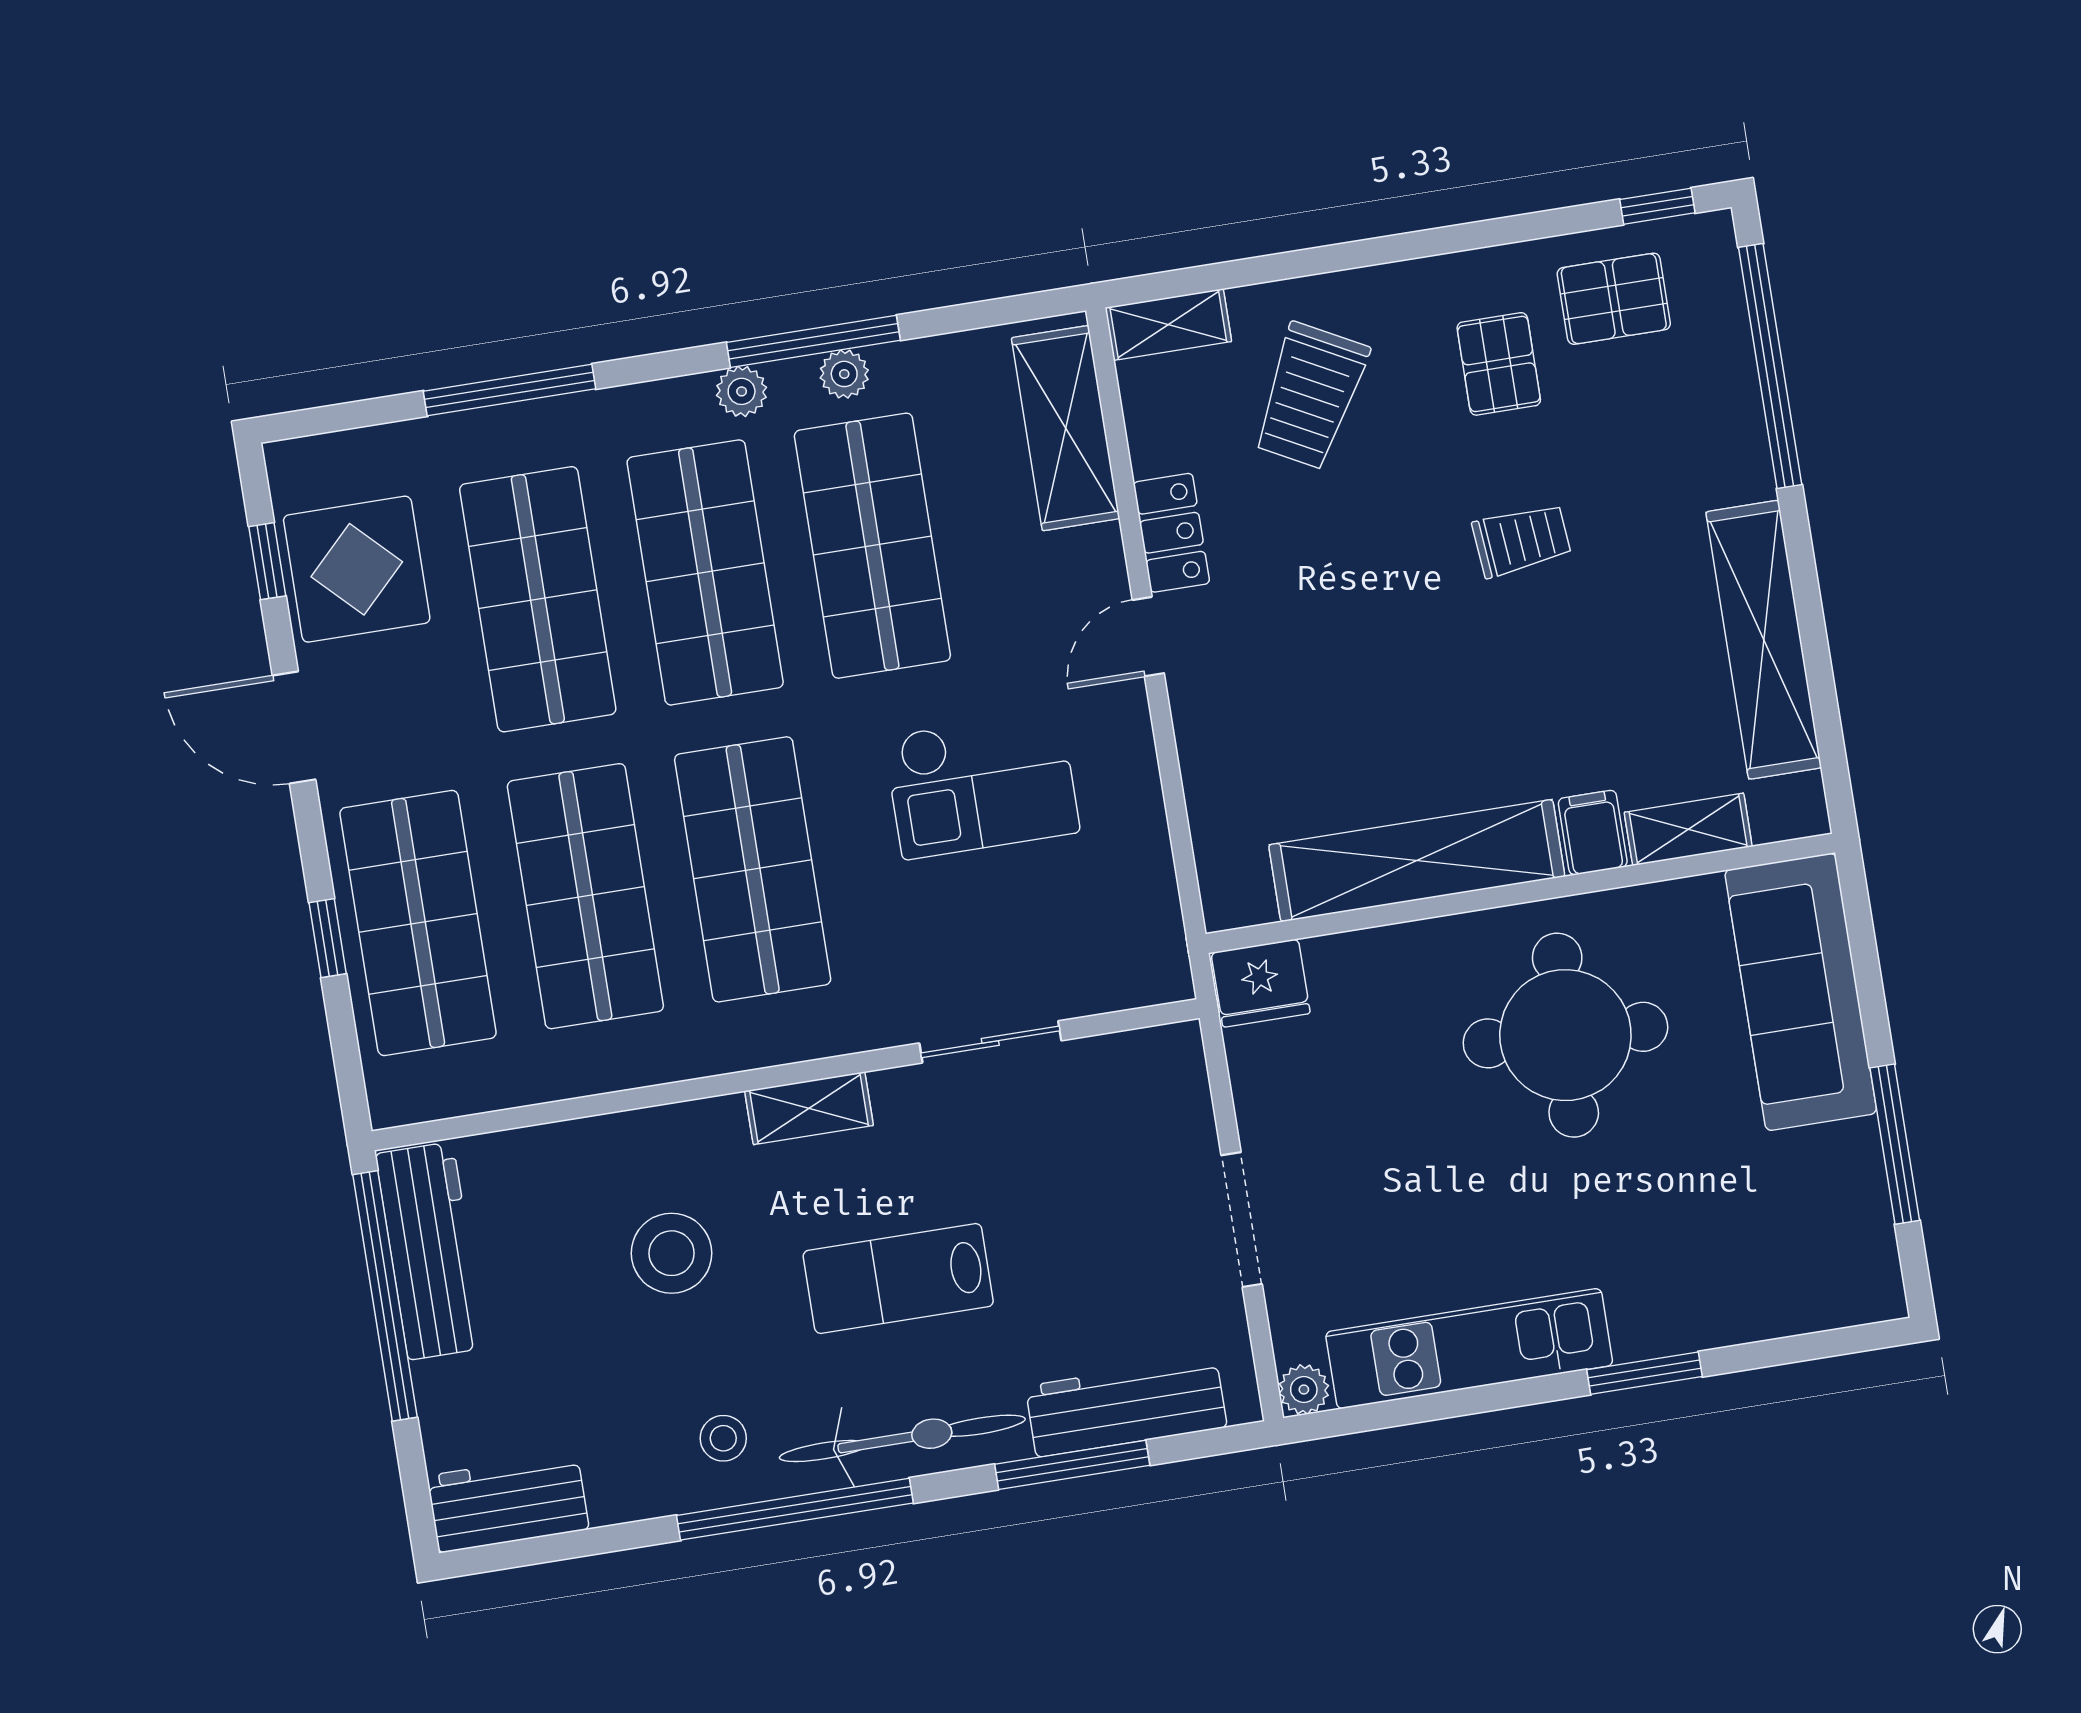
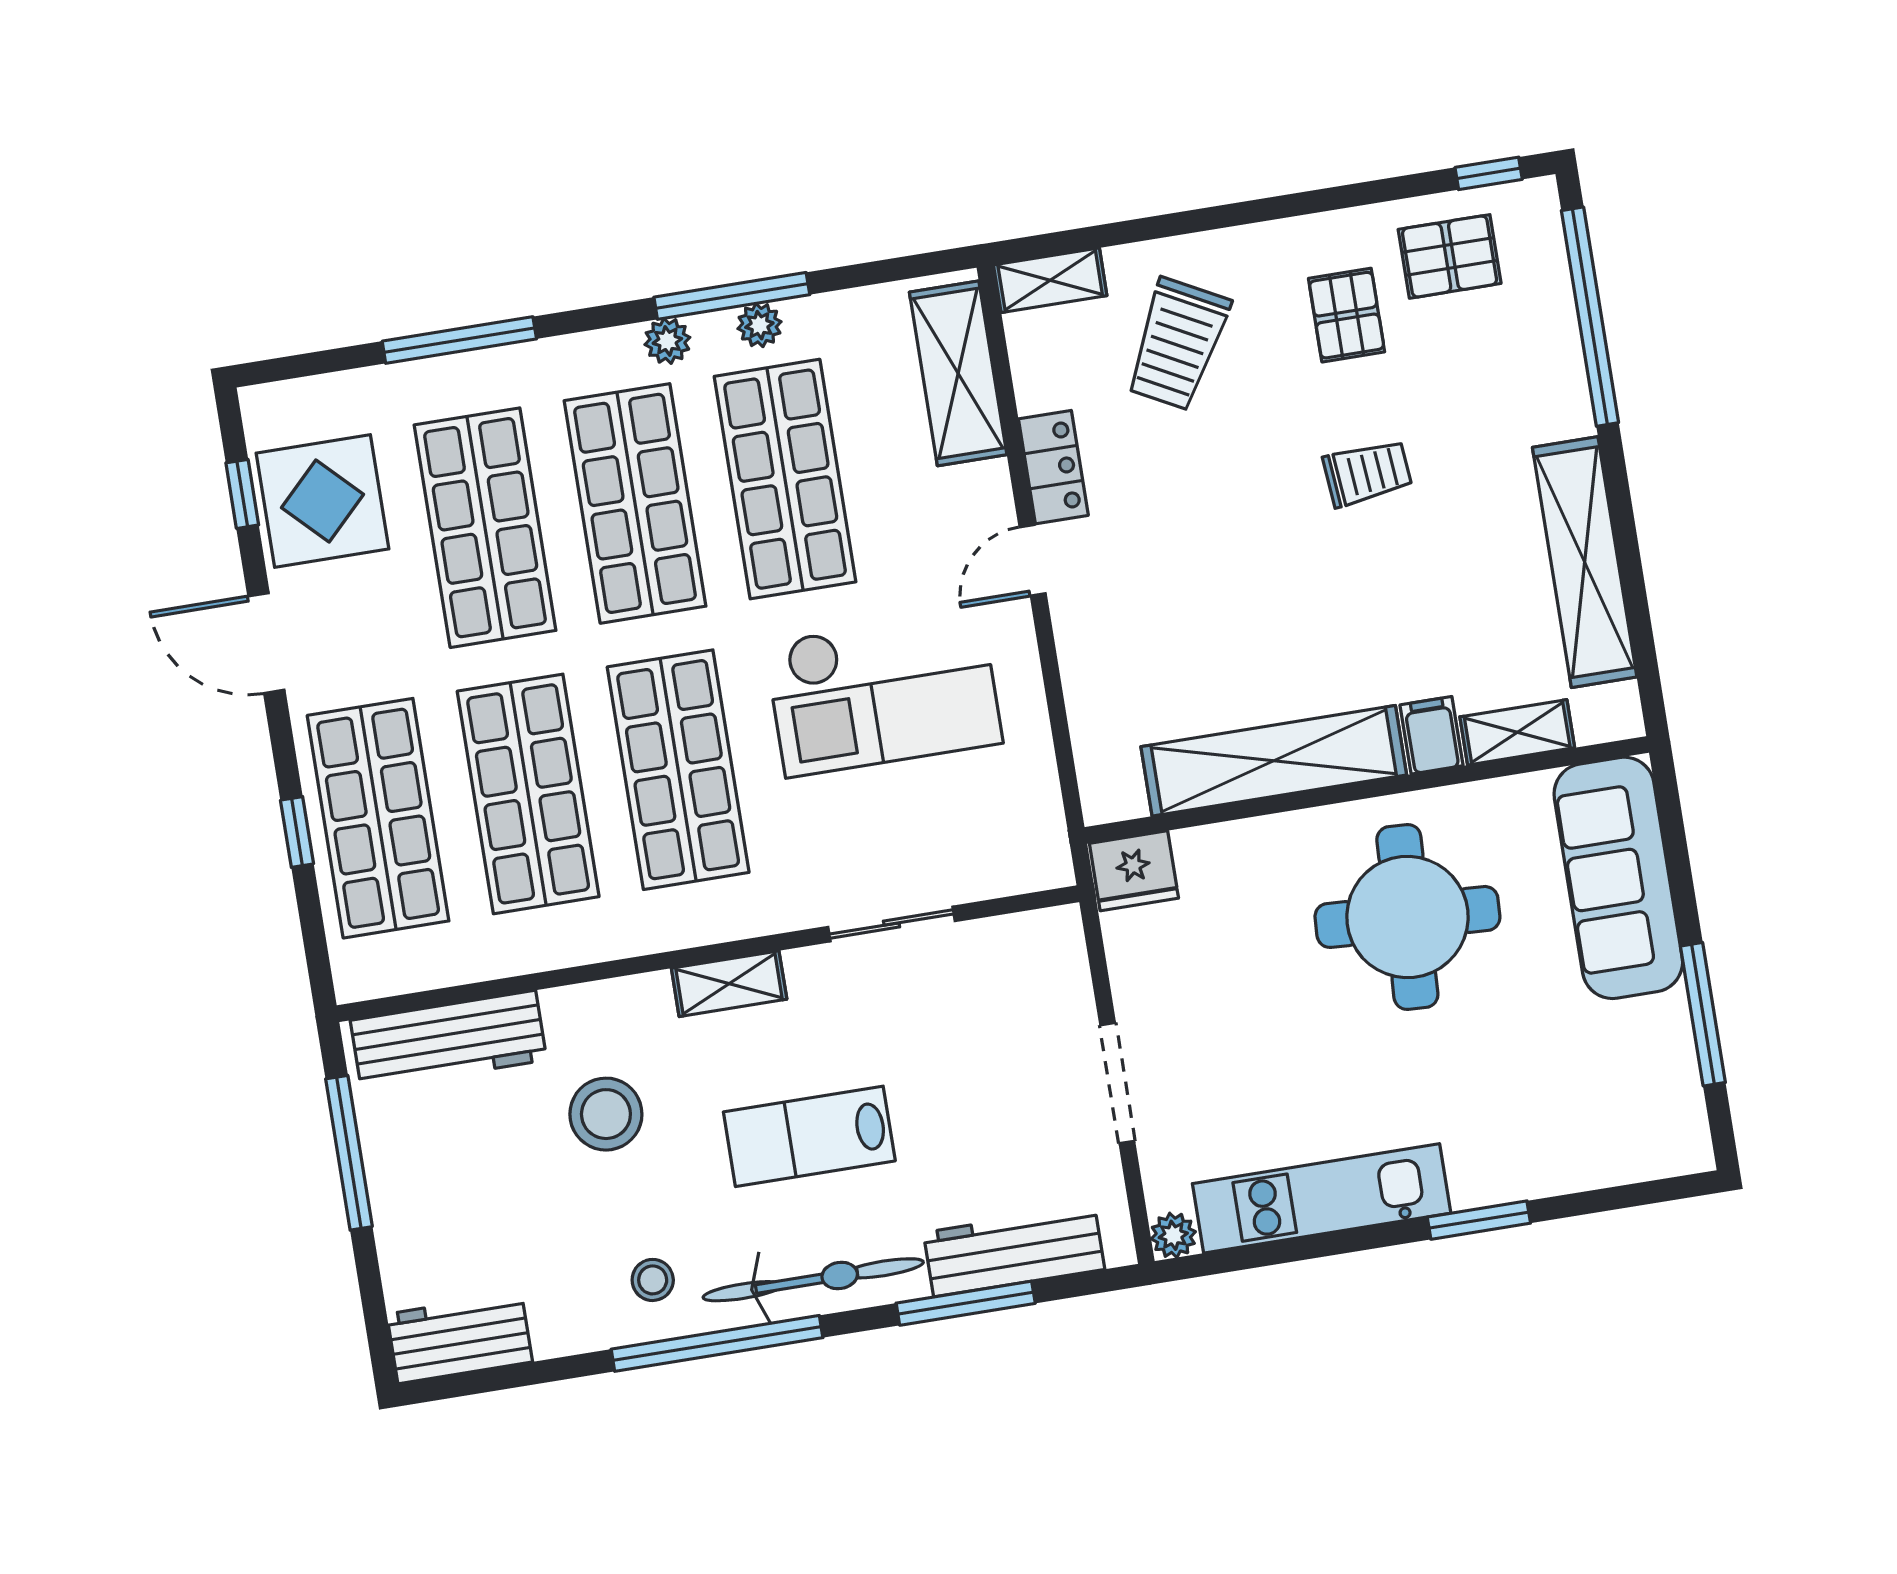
checkout: (982, 784) -> (883, 693), width x1.36, depth x1.21
workbench: (430, 1251) -> (448, 1040), moved, turned 90
window: (385, 1296) -> (349, 1153), width x0.68

